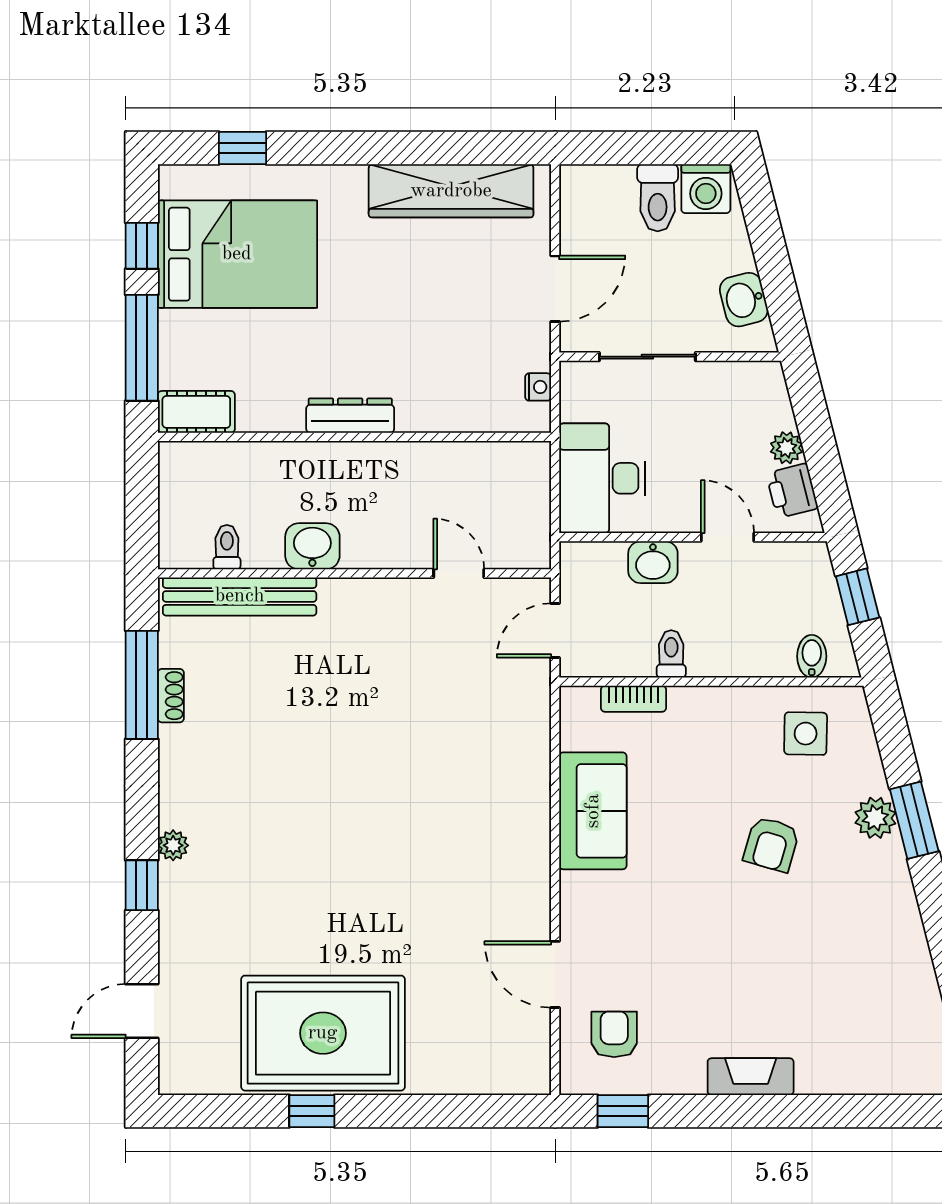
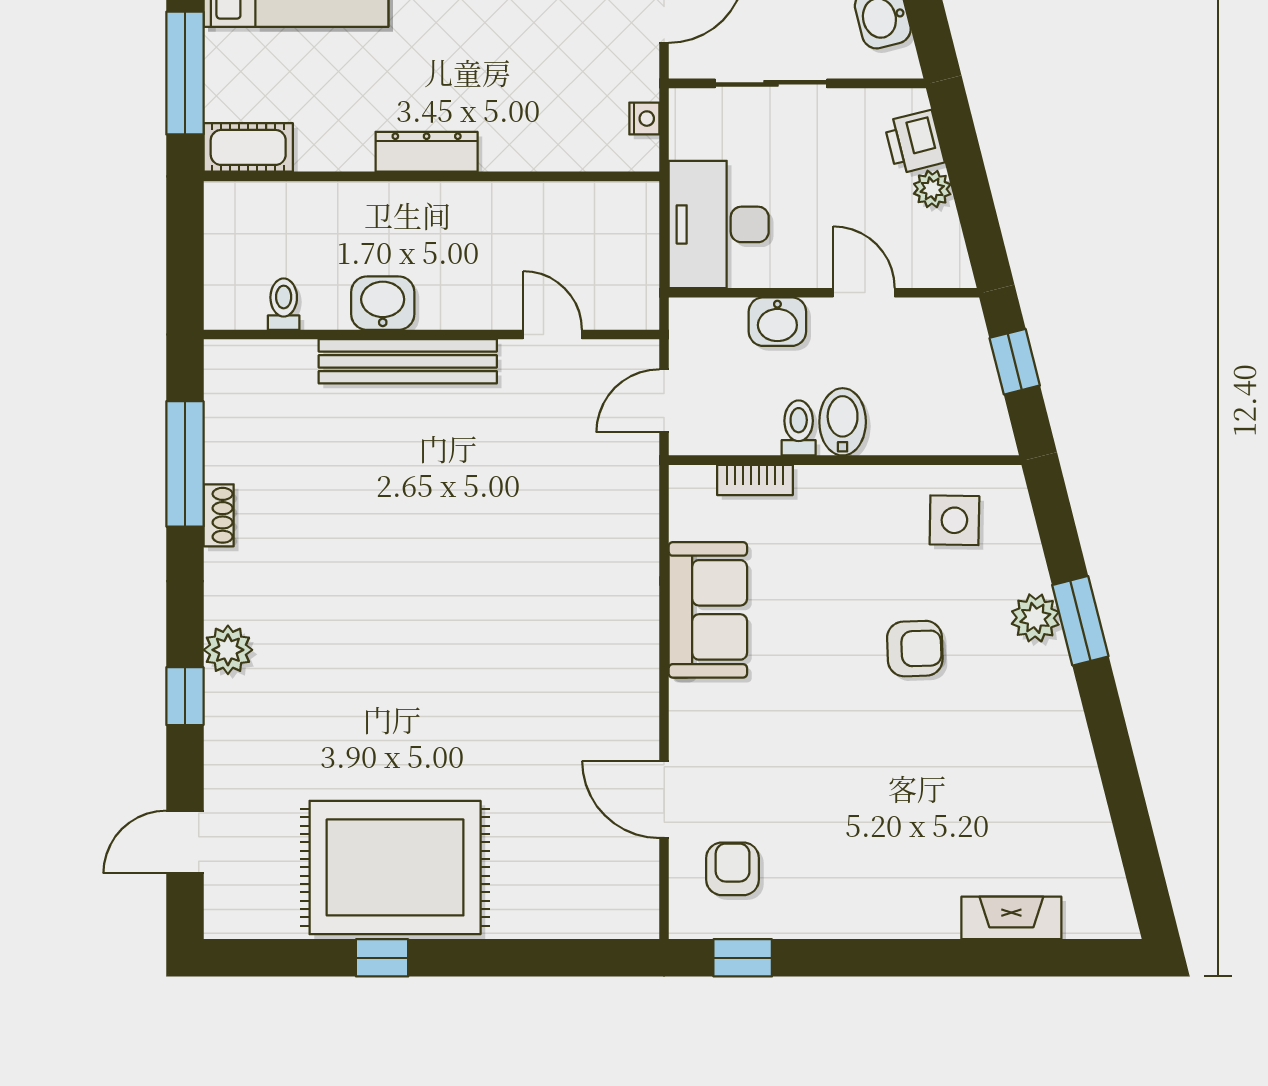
printer: (792, 491) -> (914, 142), moved
bench: (240, 596) -> (408, 361), moved
bidet: (812, 656) -> (843, 422), moved, width x1.38, depth x1.36
shoe rack: (171, 696) -> (219, 515), moved
armchair: (771, 844) -> (915, 649), turned -108
plant: (173, 845) -> (228, 650), width x1.38, depth x1.38
fireplace: (751, 1077) -> (1011, 918), moved

